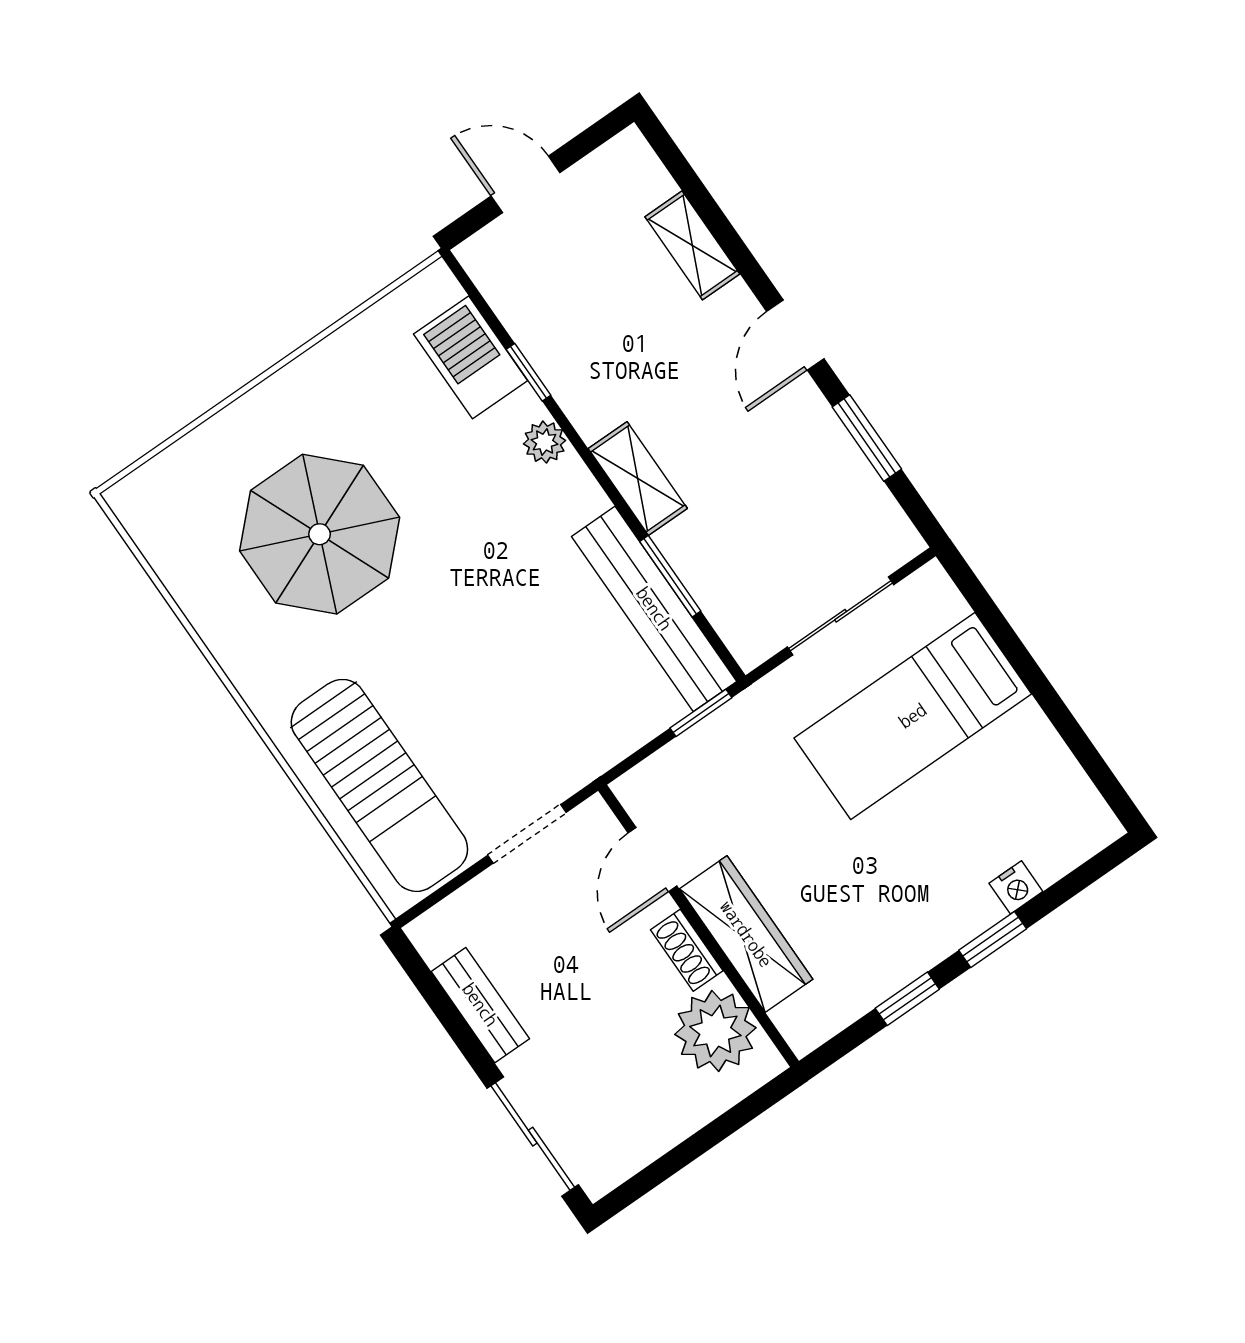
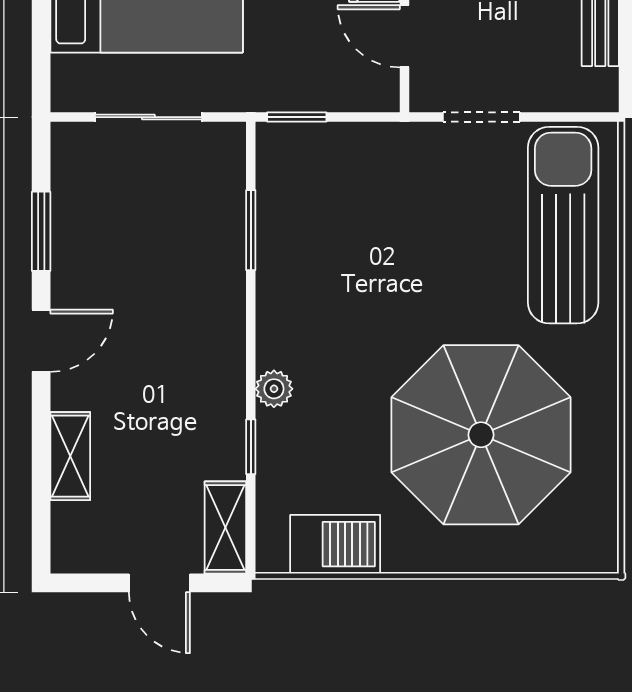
barbecue: (471, 357) -> (335, 544), moved, turned -90
shelving: (638, 478) -> (225, 527), moved
parasol: (320, 534) -> (481, 435), width x1.36, depth x1.36
bench: (654, 609) -> (279, 215), removed
door: (652, 859) -> (404, 36), swing flipped

